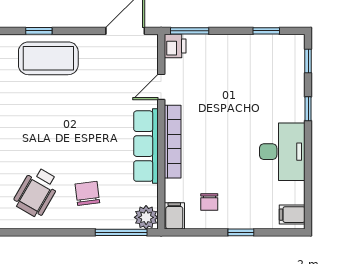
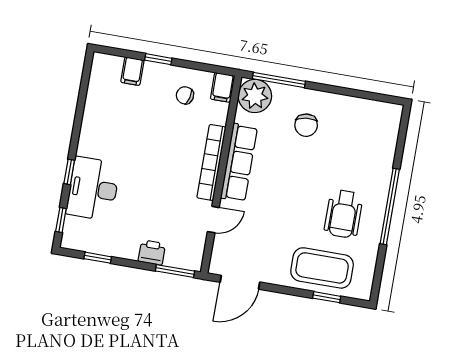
printer: (175, 46) -> (152, 252), moved, turned 90
desk: (282, 152) -> (93, 189), moved
wheelchair: (37, 192) -> (344, 214), moved, turned 150
chair: (209, 202) -> (185, 95), turned -76
filing cabinet: (292, 215) -> (132, 71), moved, turned 90
plant: (146, 217) -> (255, 96), width x1.36, depth x1.36

